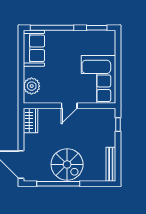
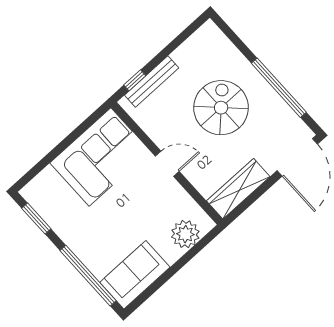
wardrobe: (31, 120) -> (238, 189), width x1.50
spiral stairs: (67, 164) -> (221, 108), moved
bench: (111, 164) -> (152, 82), moved

